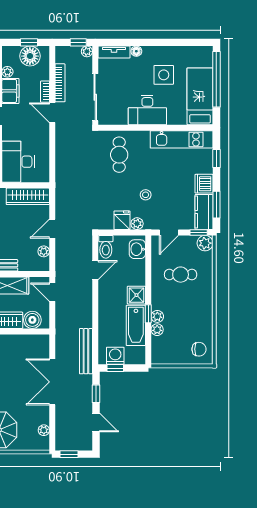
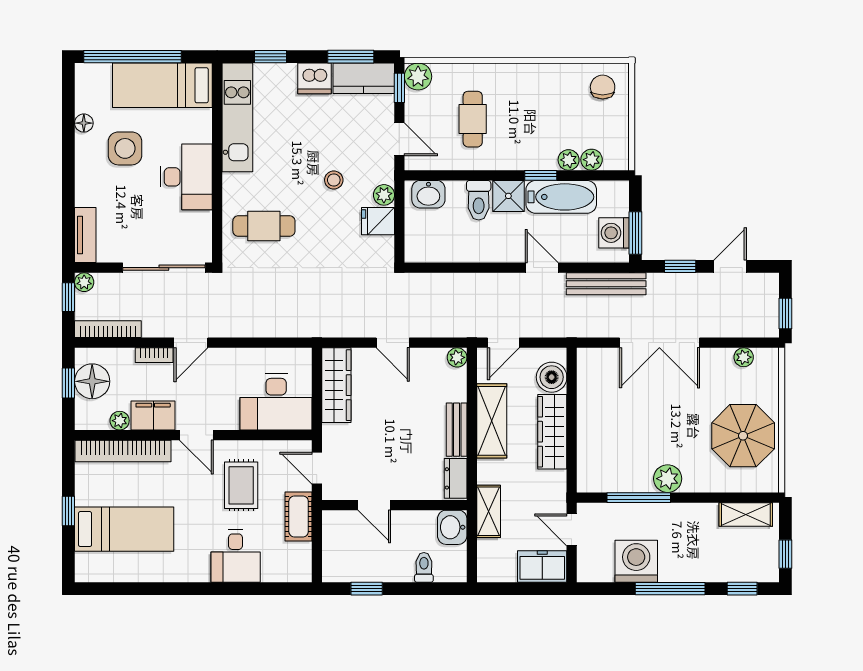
floor lamp: (136, 51) -> (84, 123), moved
bookcase: (60, 83) -> (108, 329), moved
toilet: (106, 247) -> (479, 200), moved, turned 90
plant: (44, 251) -> (457, 357), moved
door: (95, 270) -> (542, 268), moved
plant: (157, 316) -> (592, 160), moved
window: (115, 368) -> (635, 233), width x1.50

